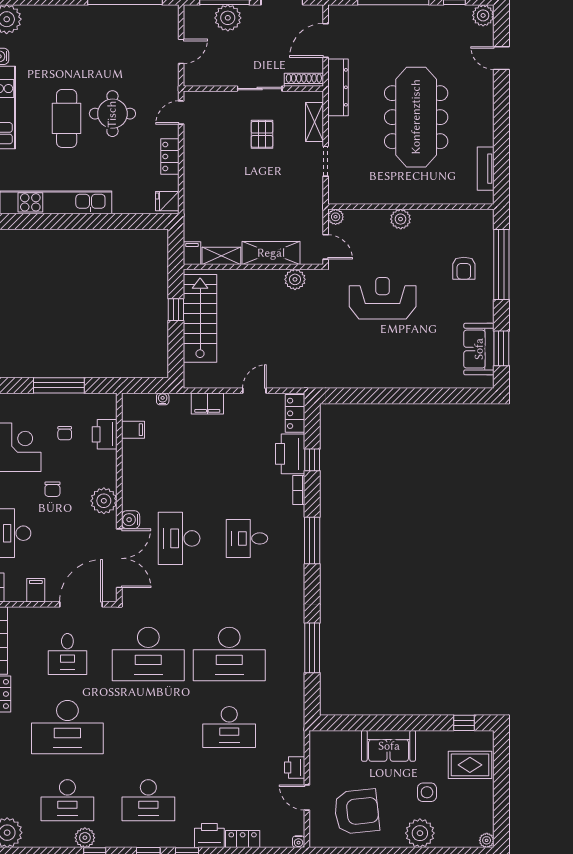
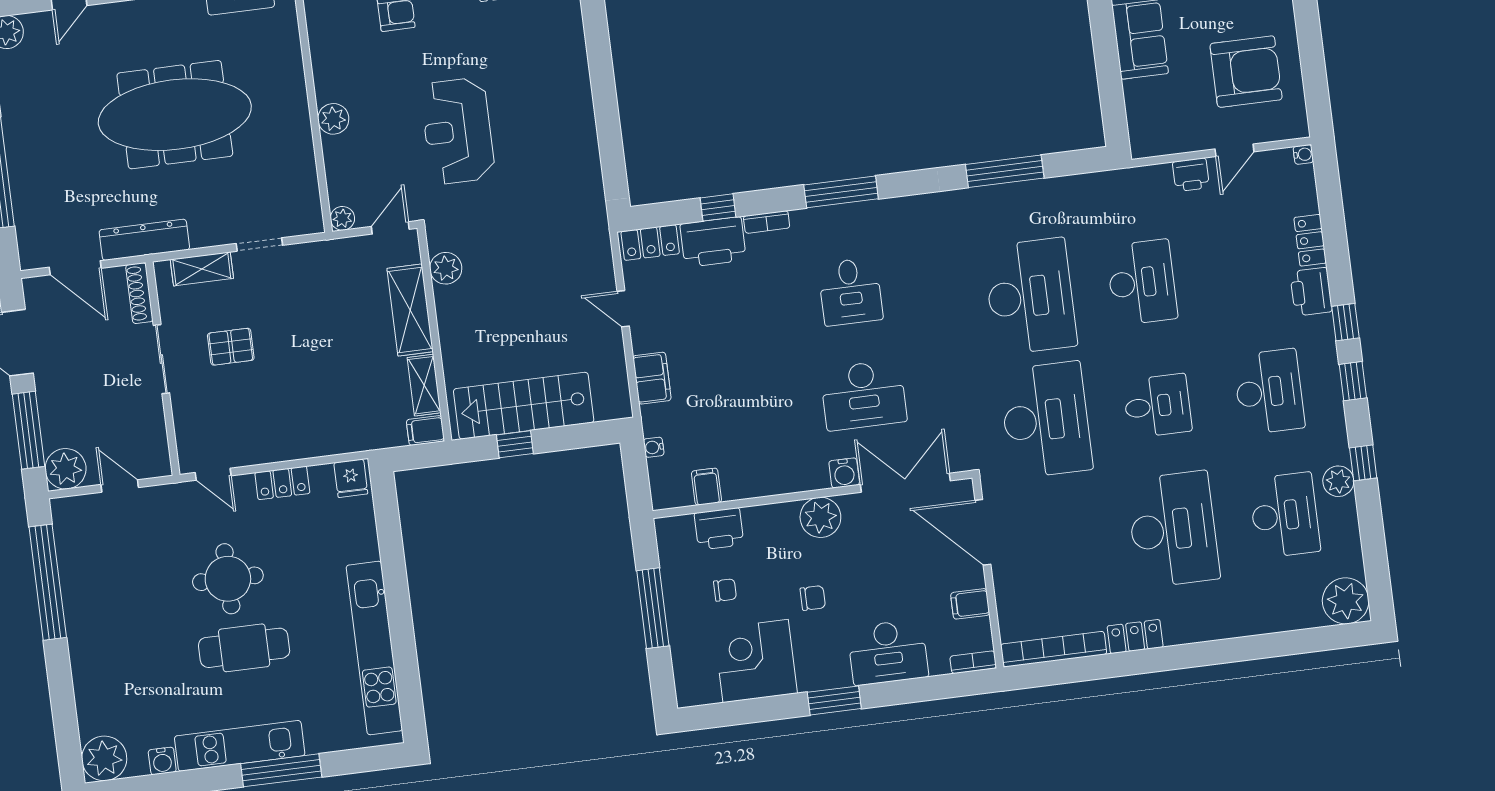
plant: (228, 18) -> (66, 469), moved
desk: (67, 654) -> (1157, 406), moved
armchair: (357, 812) -> (1246, 72), turned 96

